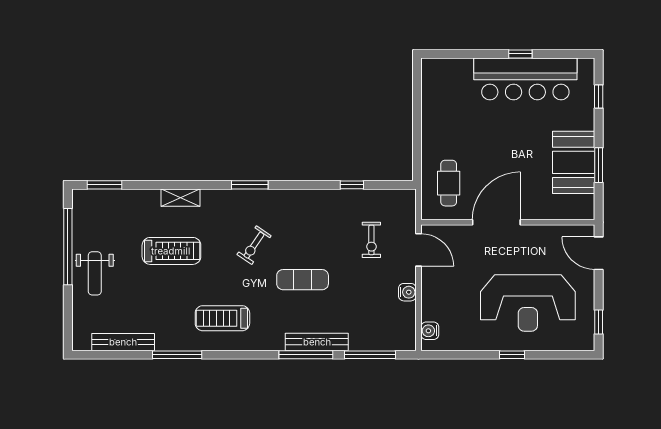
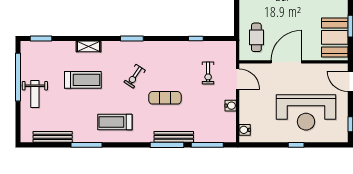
booth: (574, 162) -> (335, 37), moved

